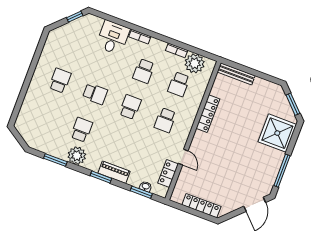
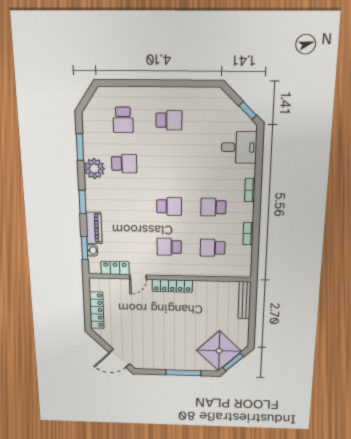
desk: (113, 38) -> (239, 147), moved
plant: (195, 63) -> (241, 256), removed
school desk: (95, 94) -> (123, 120), moved
locker: (208, 114) -> (172, 286), moved
shower: (277, 133) -> (219, 351), moved, turned 45
window: (282, 171) -> (183, 373), moved
piano: (114, 172) -> (94, 228), moved

